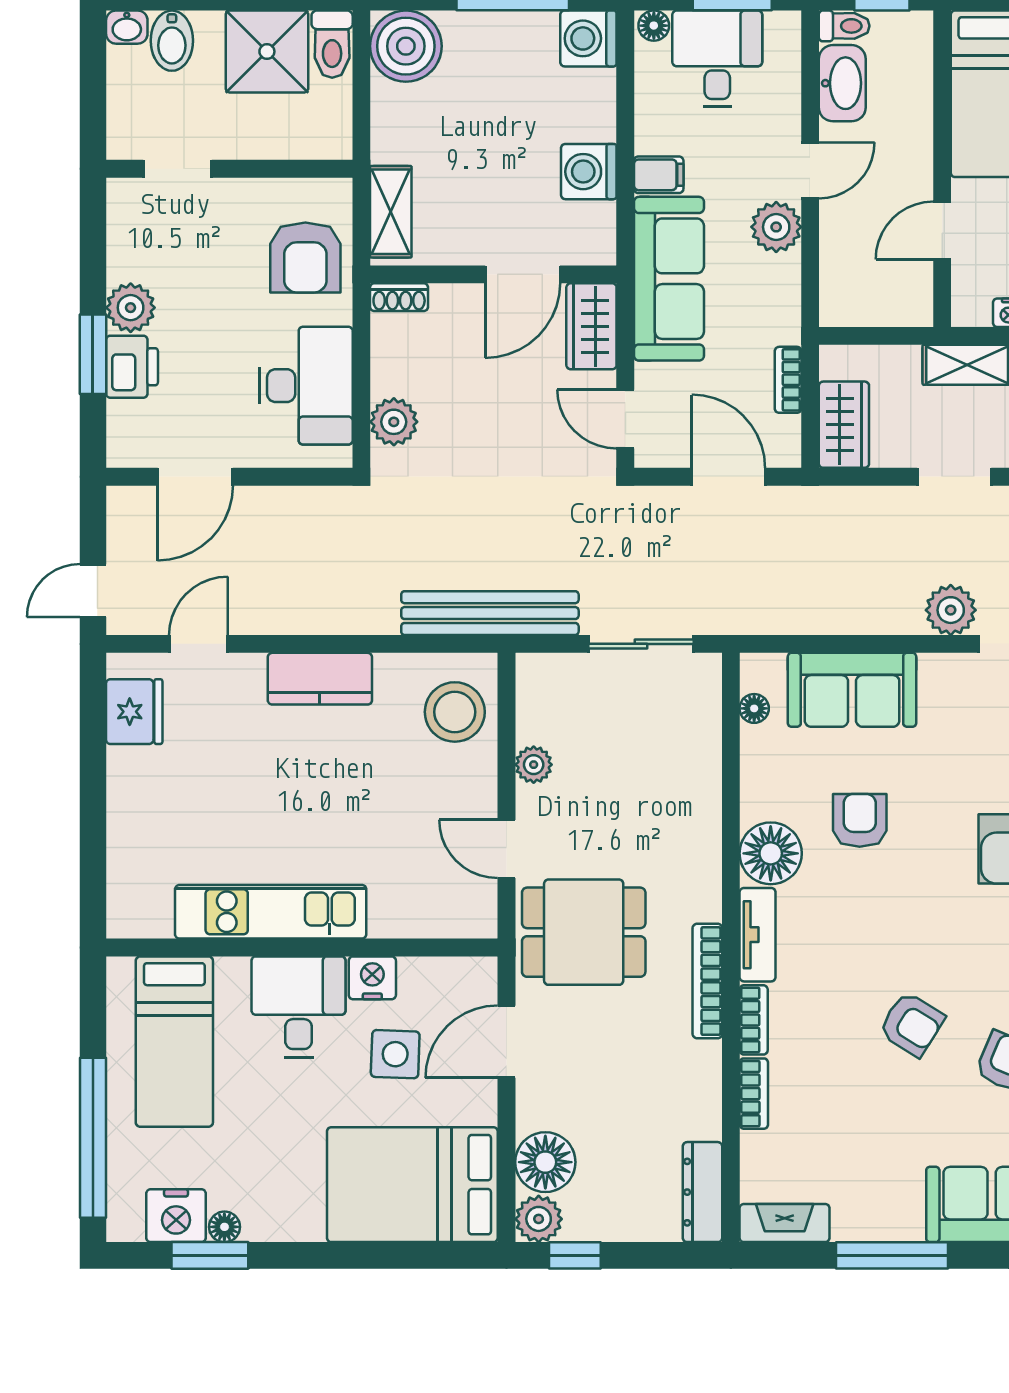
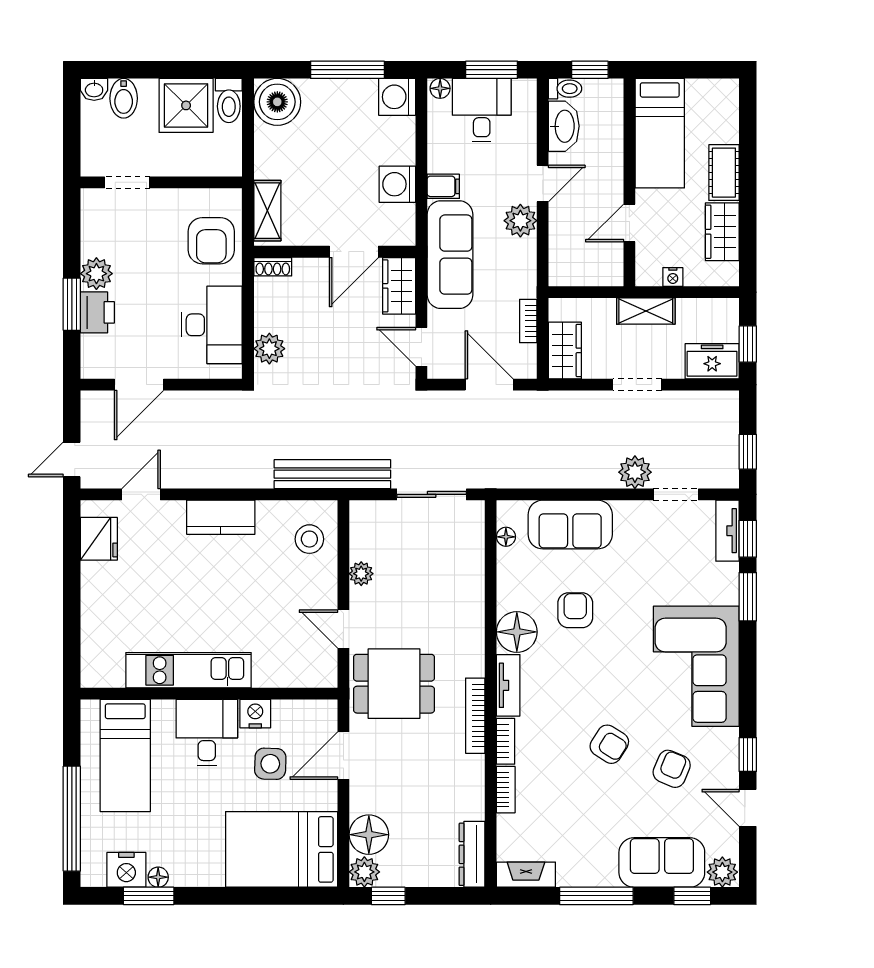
stool: (455, 712) -> (309, 539), width x0.73, depth x0.73

